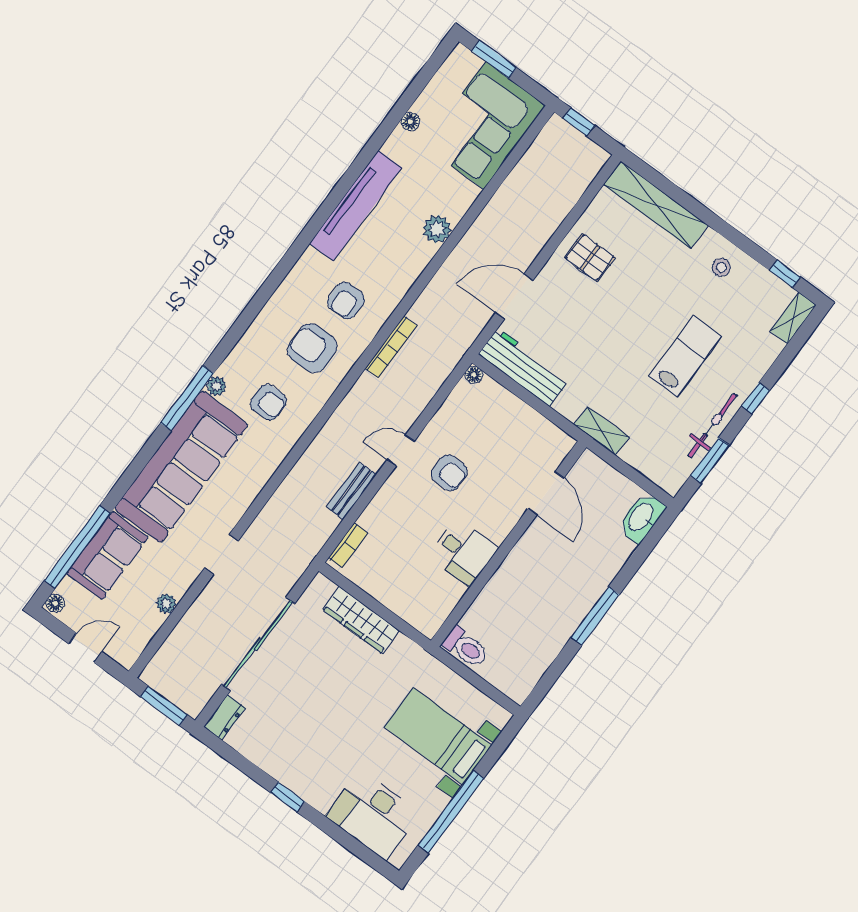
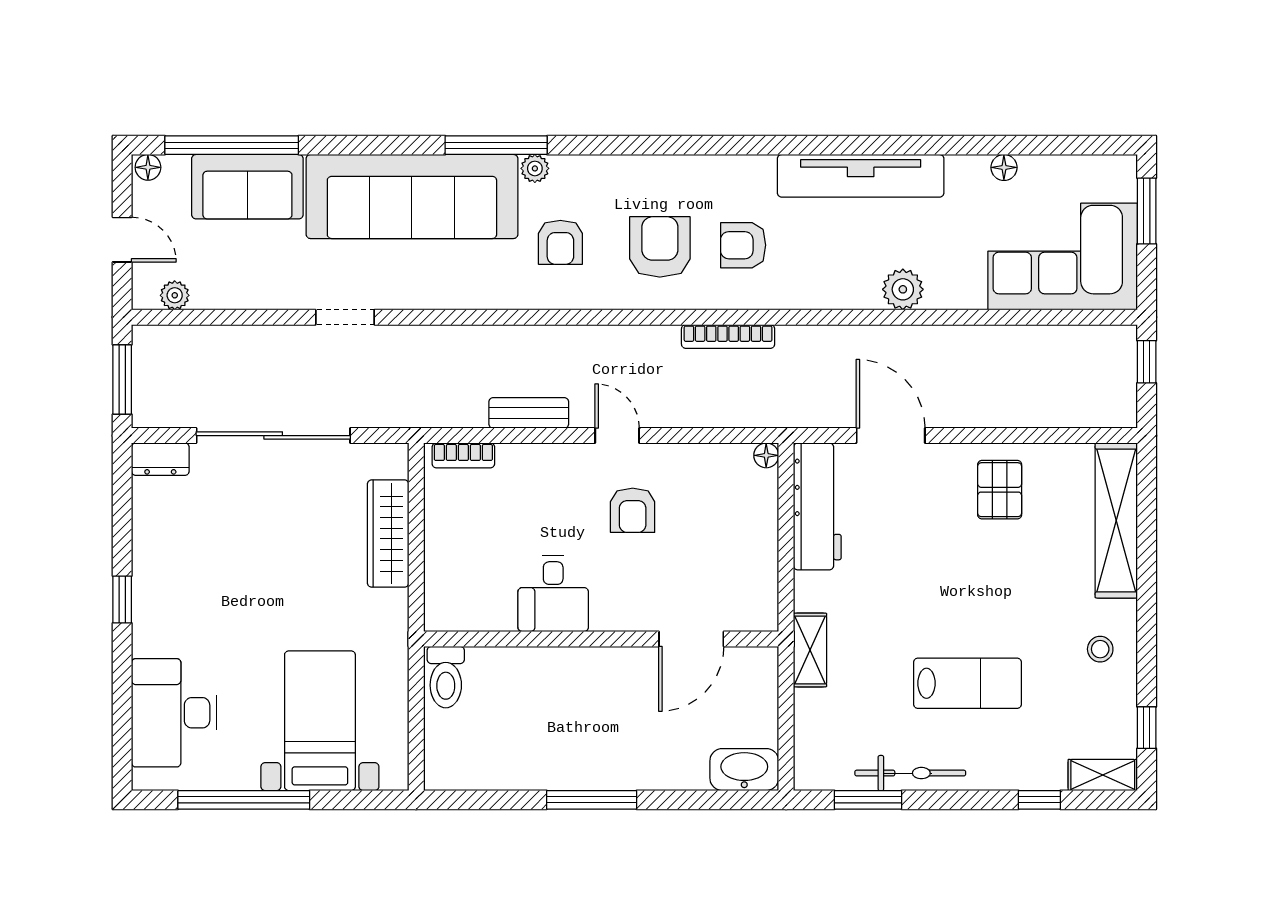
window: (756, 398) -> (1039, 800), moved
plant: (166, 604) -> (175, 295), moved

